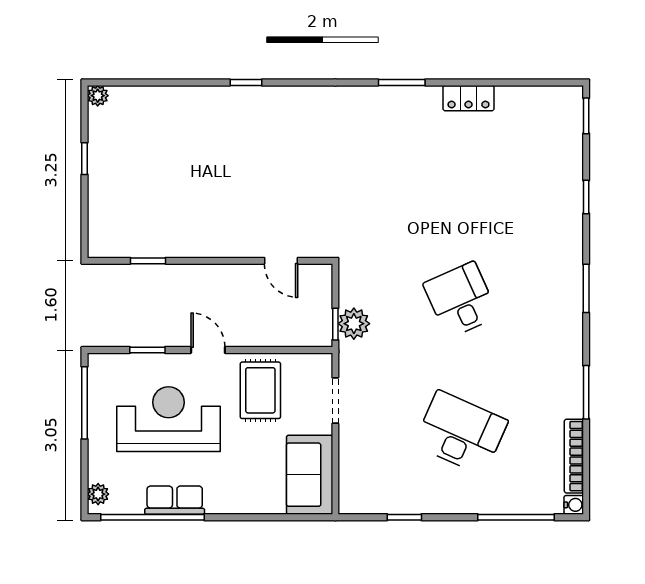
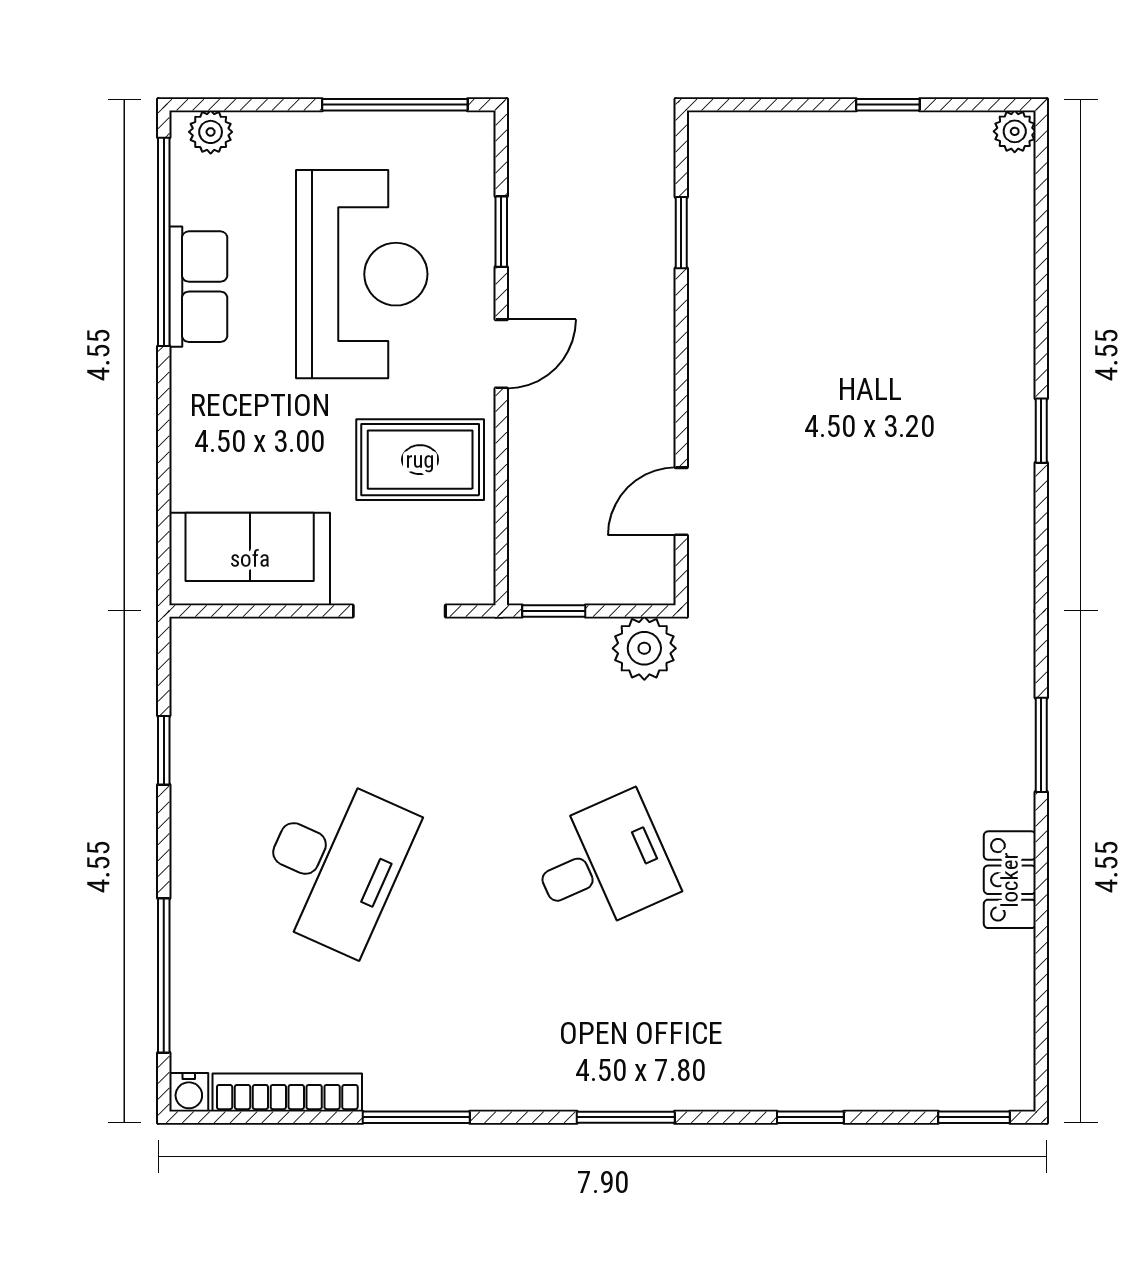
plant: (354, 324) -> (644, 648), moved

